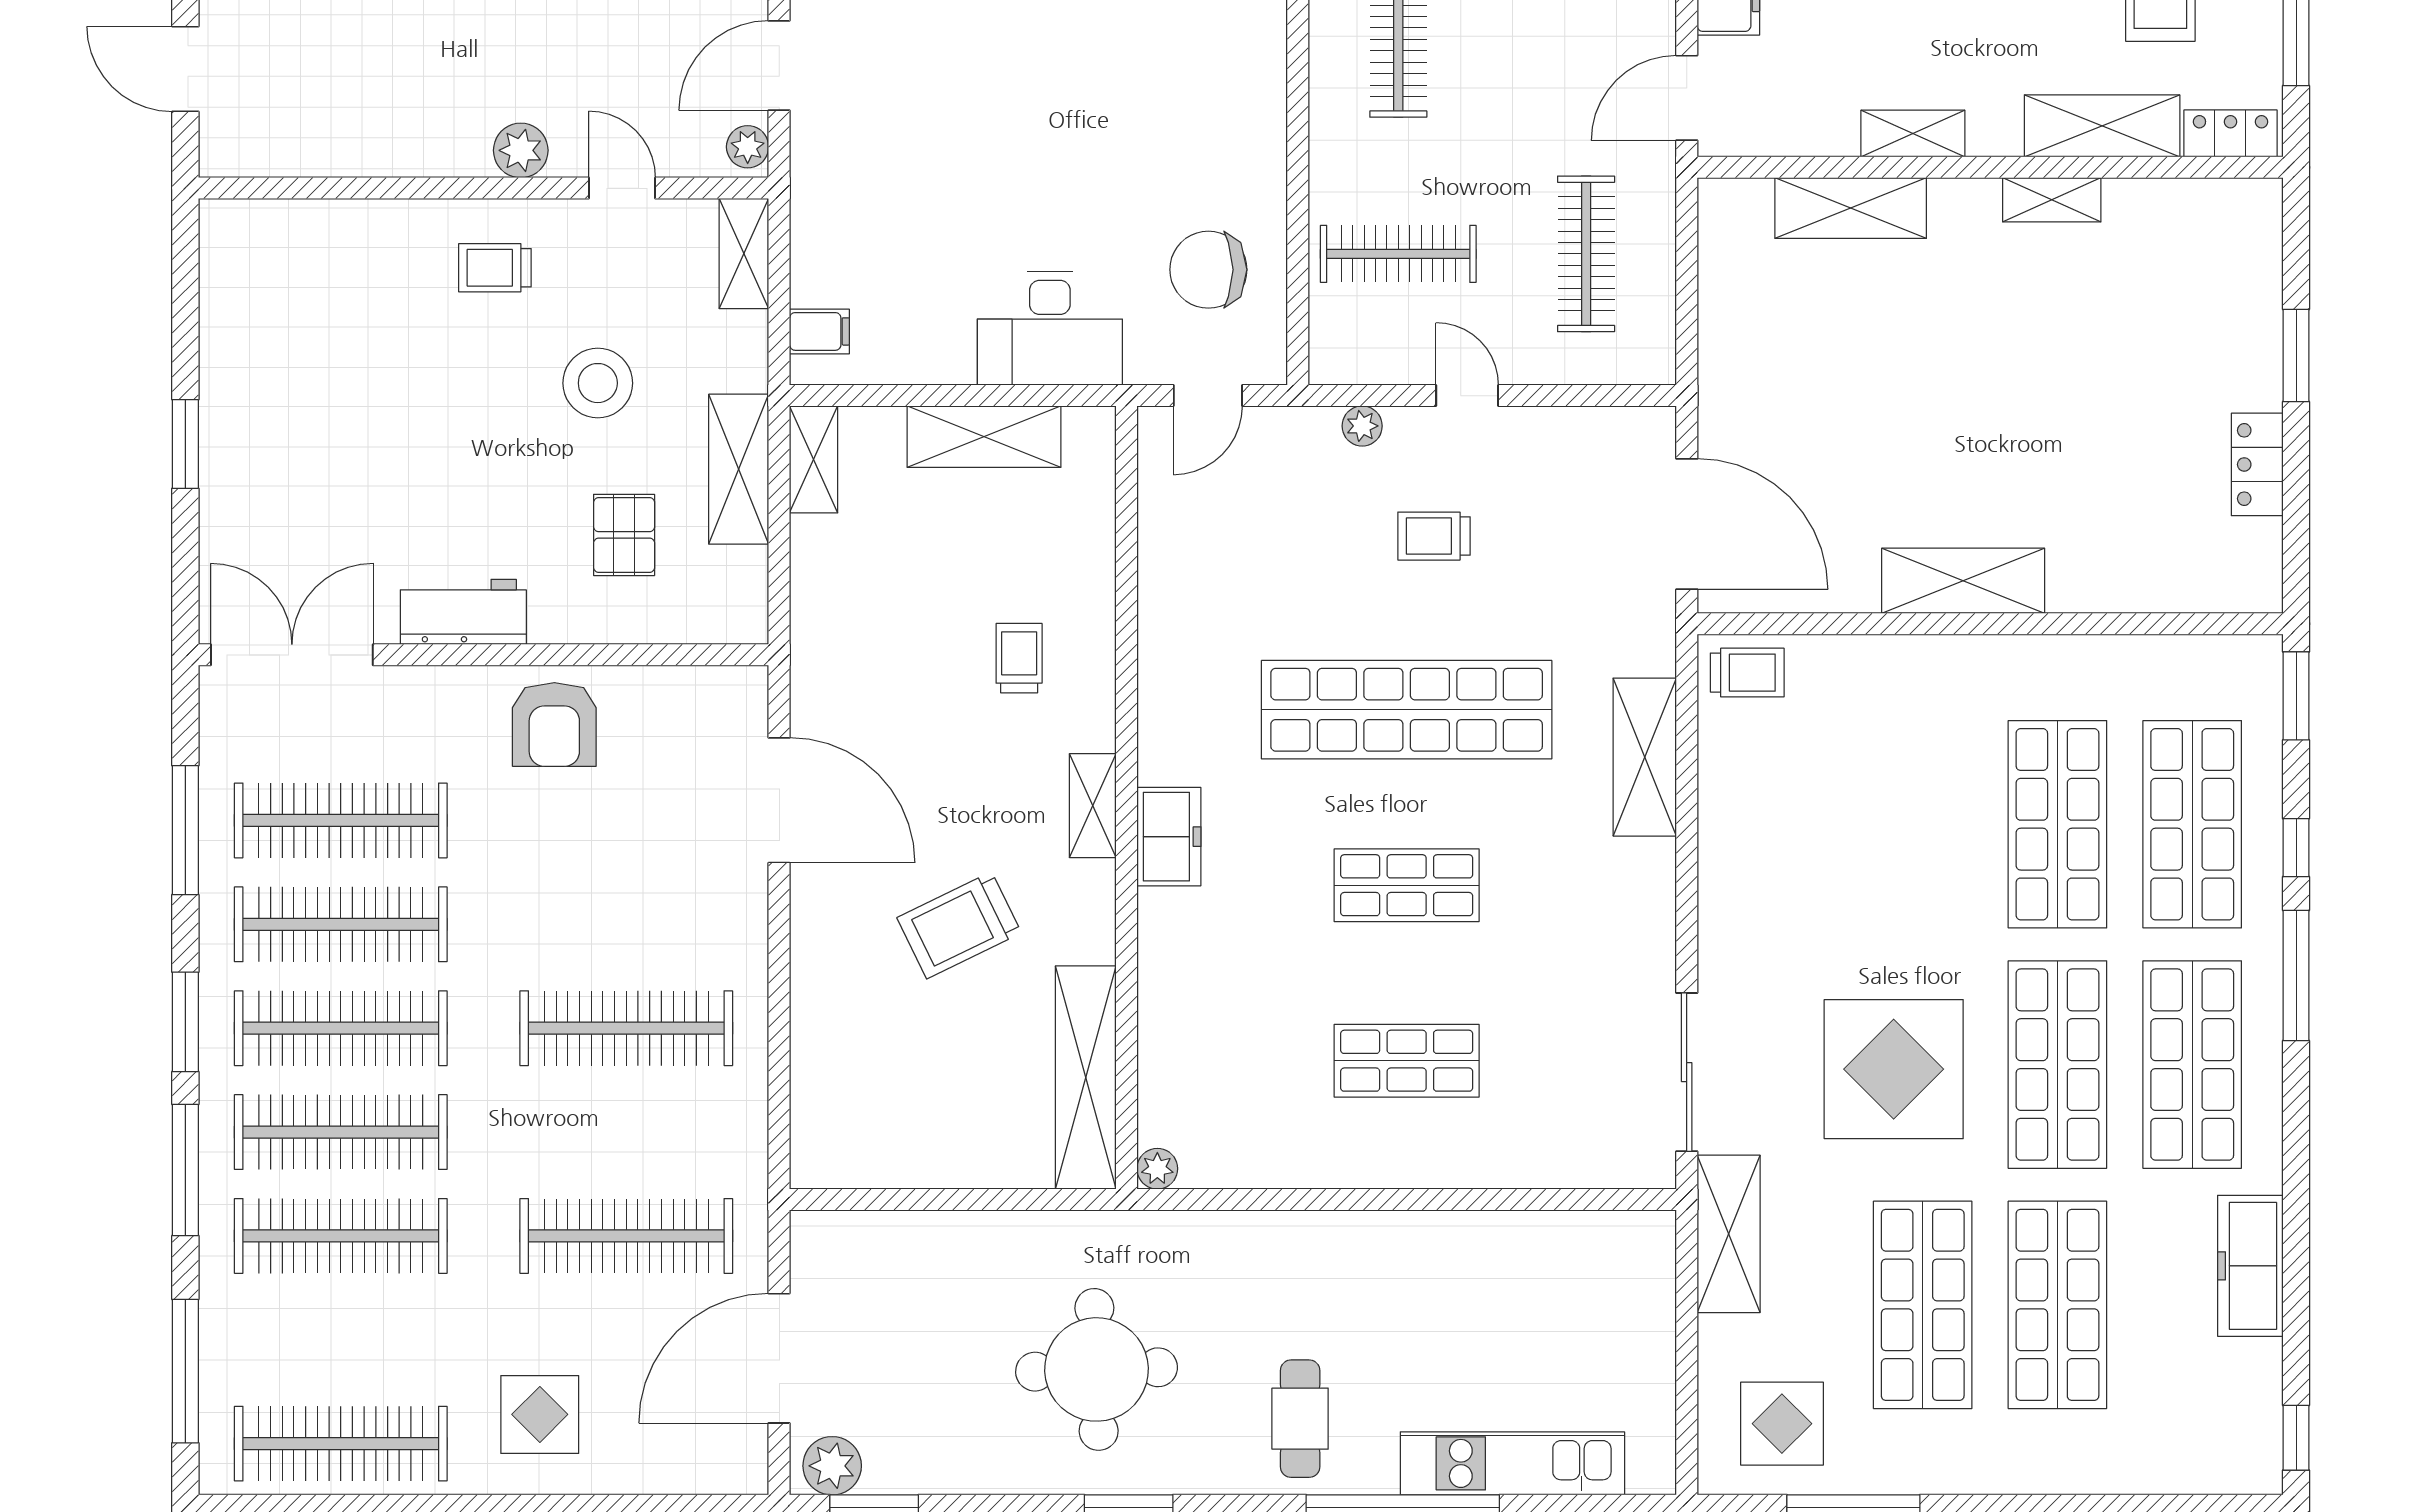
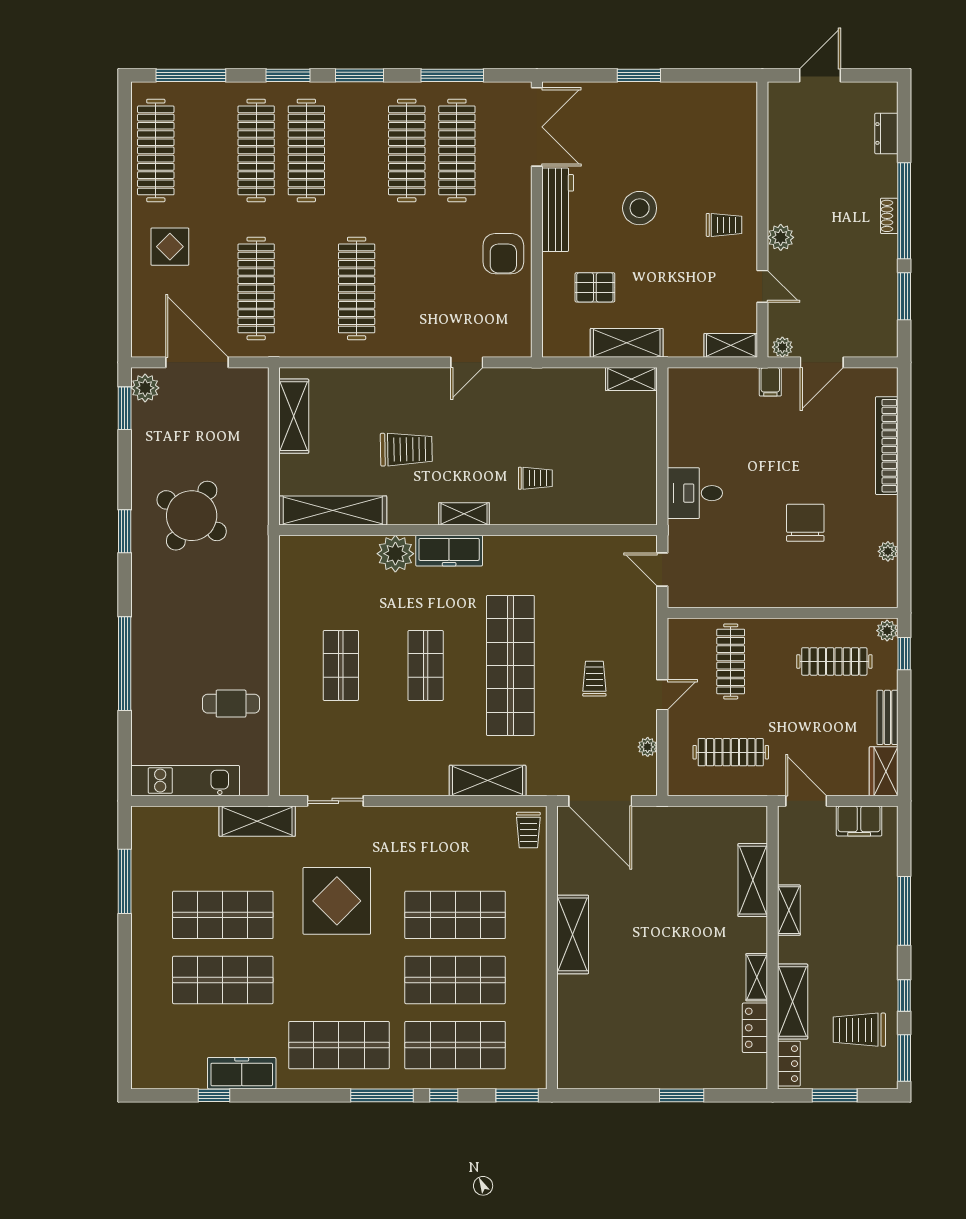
door: (779, 66) -> (822, 362), swing flipped
door: (622, 188) -> (762, 286), hinge flipped
trolley: (495, 268) -> (724, 225), turned 90
chair: (1208, 270) -> (805, 523), moved
desk: (1050, 328) -> (695, 493), width x0.73
filing cabinet: (819, 331) -> (770, 382), moved
stool: (598, 383) -> (640, 208), moved
plant: (1362, 426) -> (648, 747), moved
shelving: (984, 437) -> (294, 416), moved
locker: (2257, 464) -> (755, 1028), moved, turned -90
door: (1687, 524) -> (600, 801), hinge flipped
workbench: (463, 612) -> (558, 210), width x1.37
armchair: (554, 724) -> (503, 254), turned -90
door: (779, 800) -> (467, 362), width x0.53
freezer: (1169, 837) -> (449, 551), width x1.40
trolley: (959, 925) -> (406, 449), turned 115
clothes rail: (341, 1028) -> (357, 150), removed
shop shelf: (2057, 1065) -> (455, 915), moved
sliding door: (1687, 1072) -> (335, 801), width x0.73
plant: (1157, 1169) -> (395, 554), moved, width x1.87, depth x1.87
window: (185, 1170) -> (288, 75), width x0.69
round table: (1097, 1369) -> (192, 516), turned 34
cafe table: (1300, 1419) -> (231, 704), moved
display table: (1782, 1424) -> (165, 847), removed
window: (2296, 1438) -> (214, 1095), moved
kitchen unit: (1512, 1463) -> (185, 781), moved, turned -90

